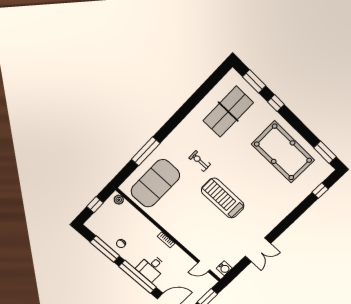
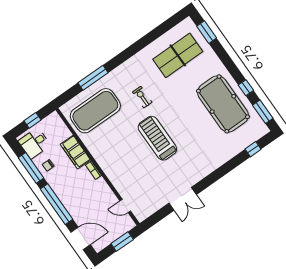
window: (276, 103) -> (246, 88), moved
plant: (119, 200) -> (57, 120), removed
filing cabinet: (145, 226) -> (75, 152), added
desk: (151, 268) -> (34, 143), moved
water cooler: (224, 268) -> (145, 212), removed

